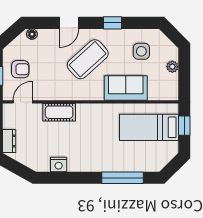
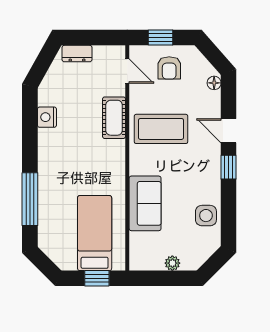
window: (113, 23) -> (229, 167), moved
side table: (141, 51) -> (206, 216), moved
coffee table: (88, 59) -> (161, 129), moved, turned -48

